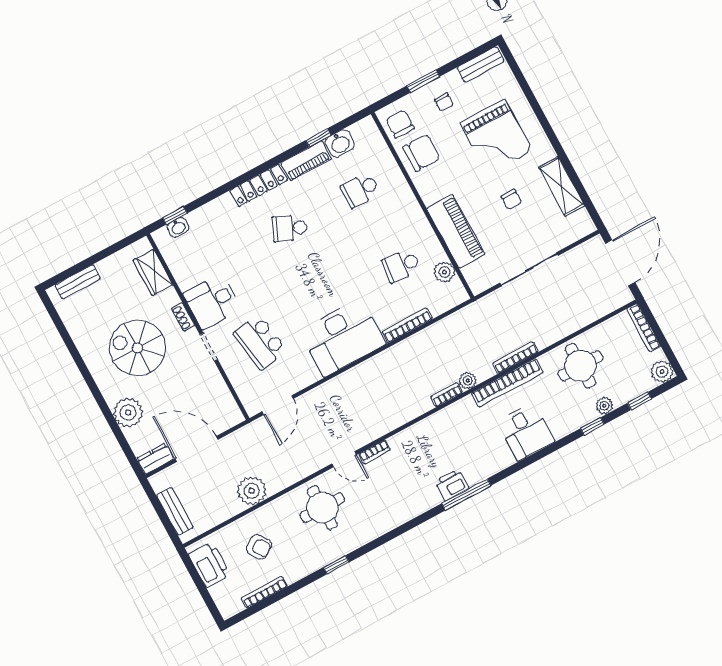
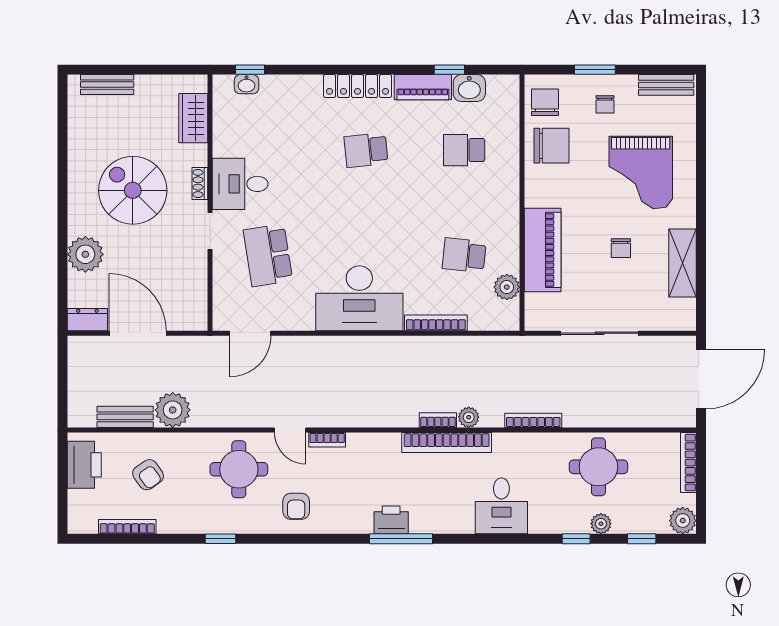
school desk: (290, 228) -> (366, 150), turned -30
bookcase: (507, 383) -> (447, 443), moved
bench: (175, 511) -> (125, 417), moved, turned 90
armchair: (378, 512) -> (296, 506), added

